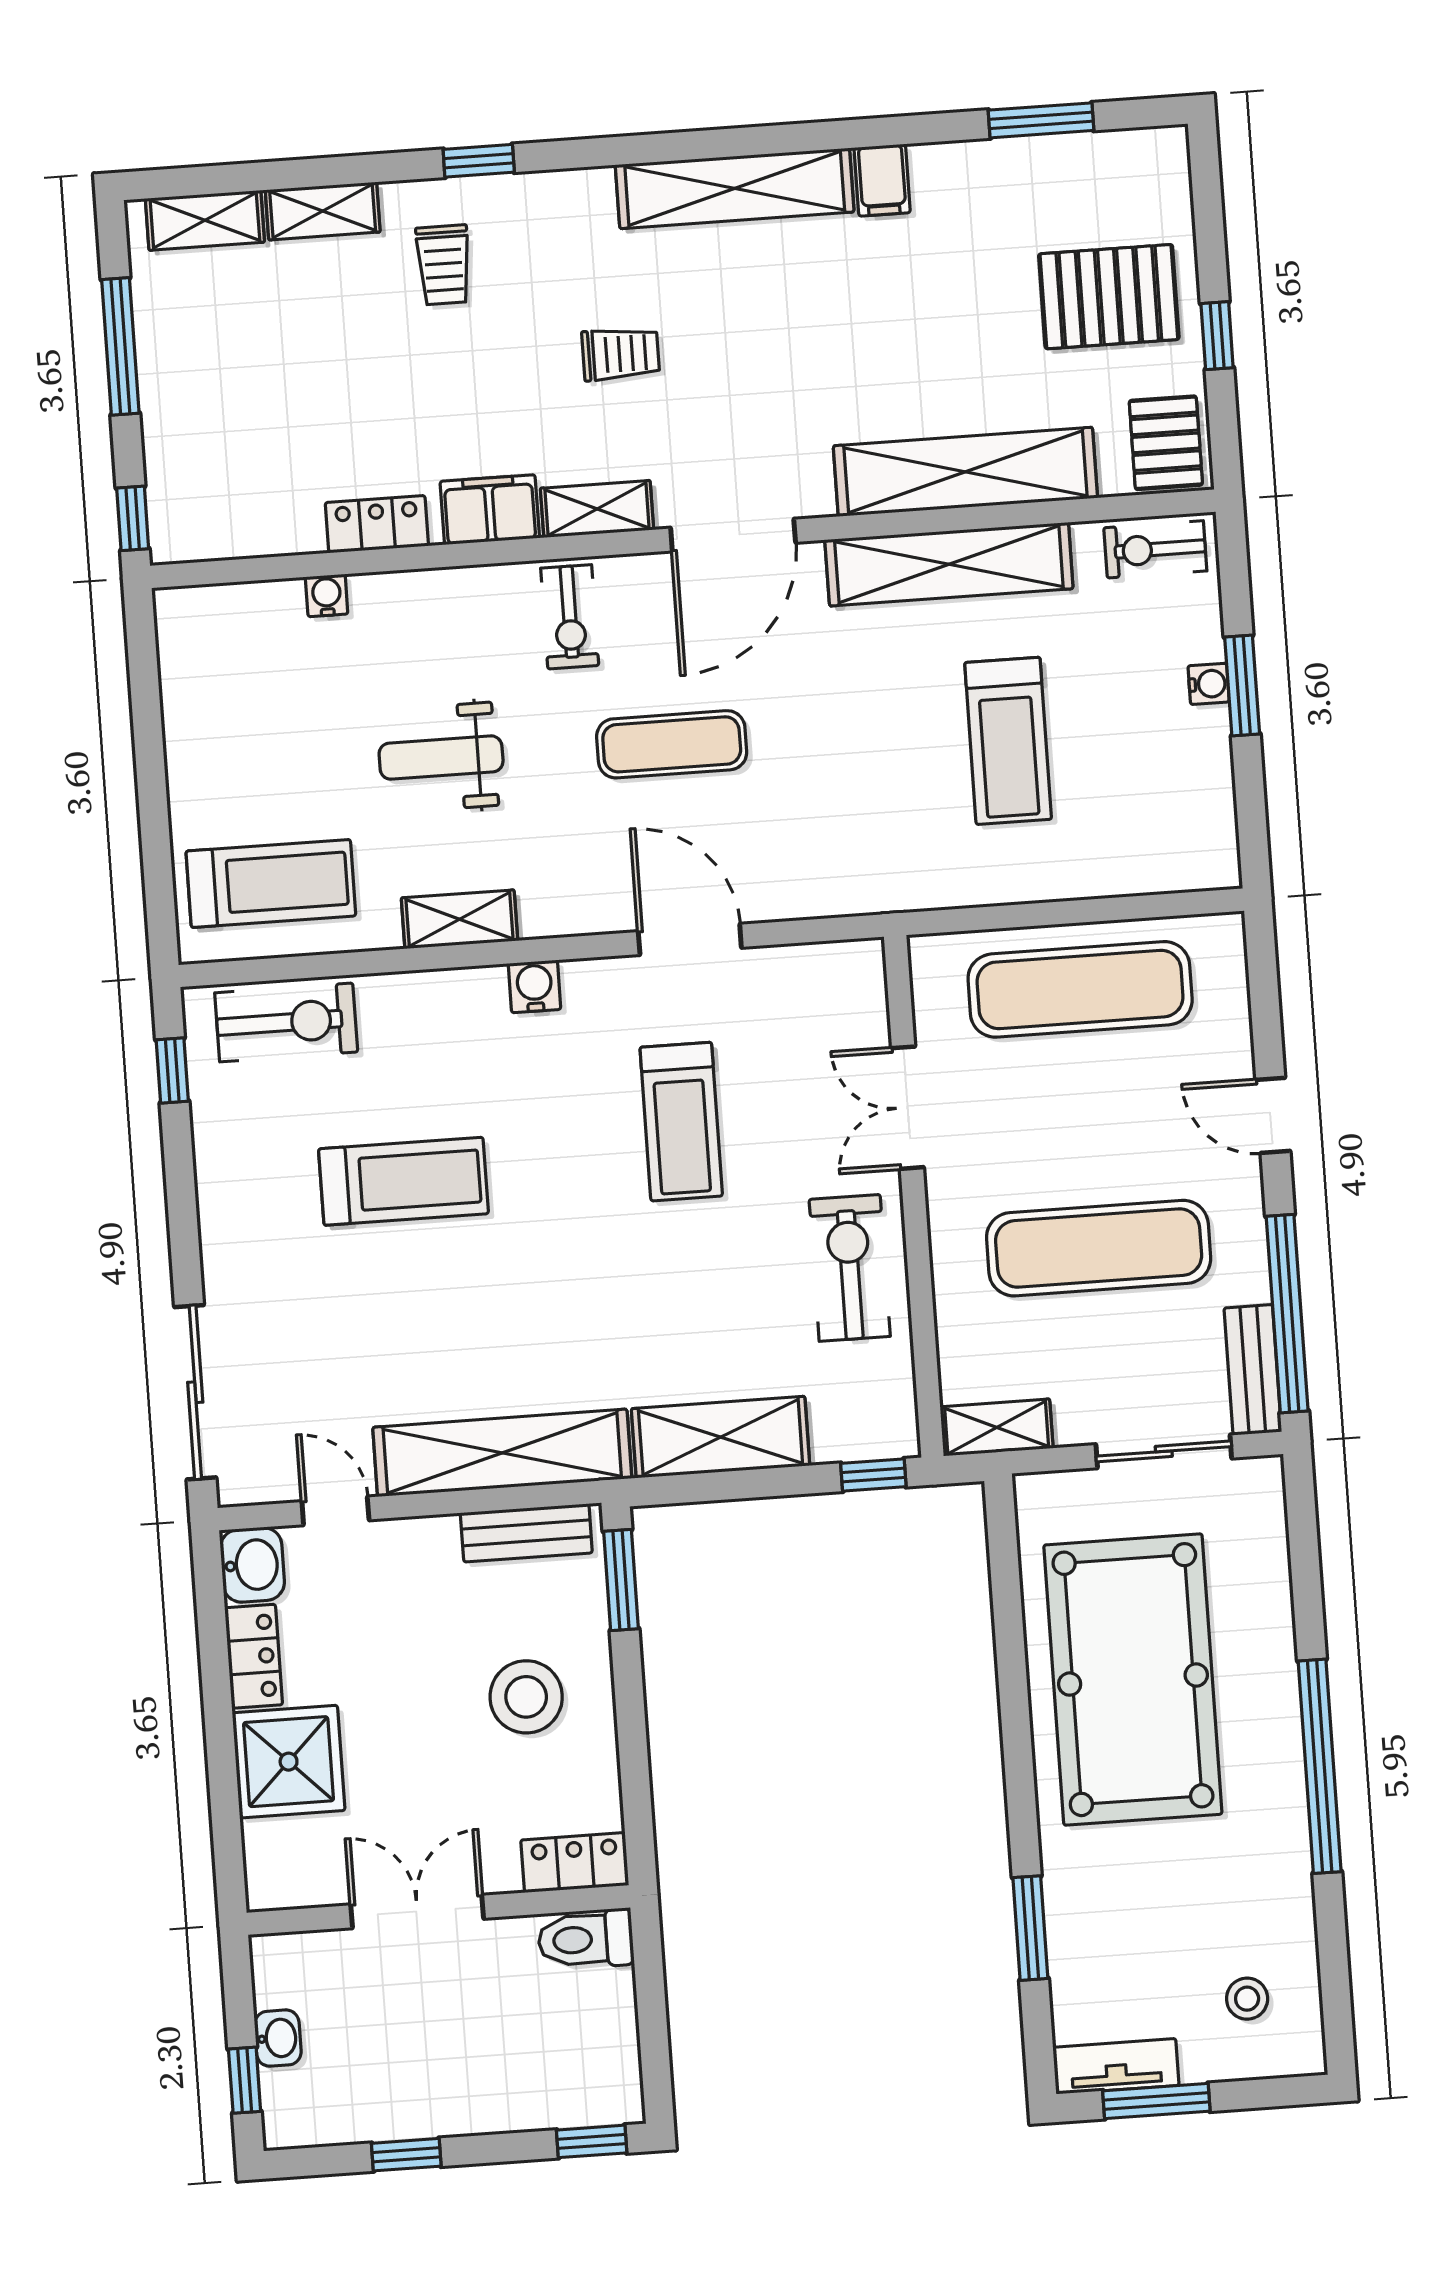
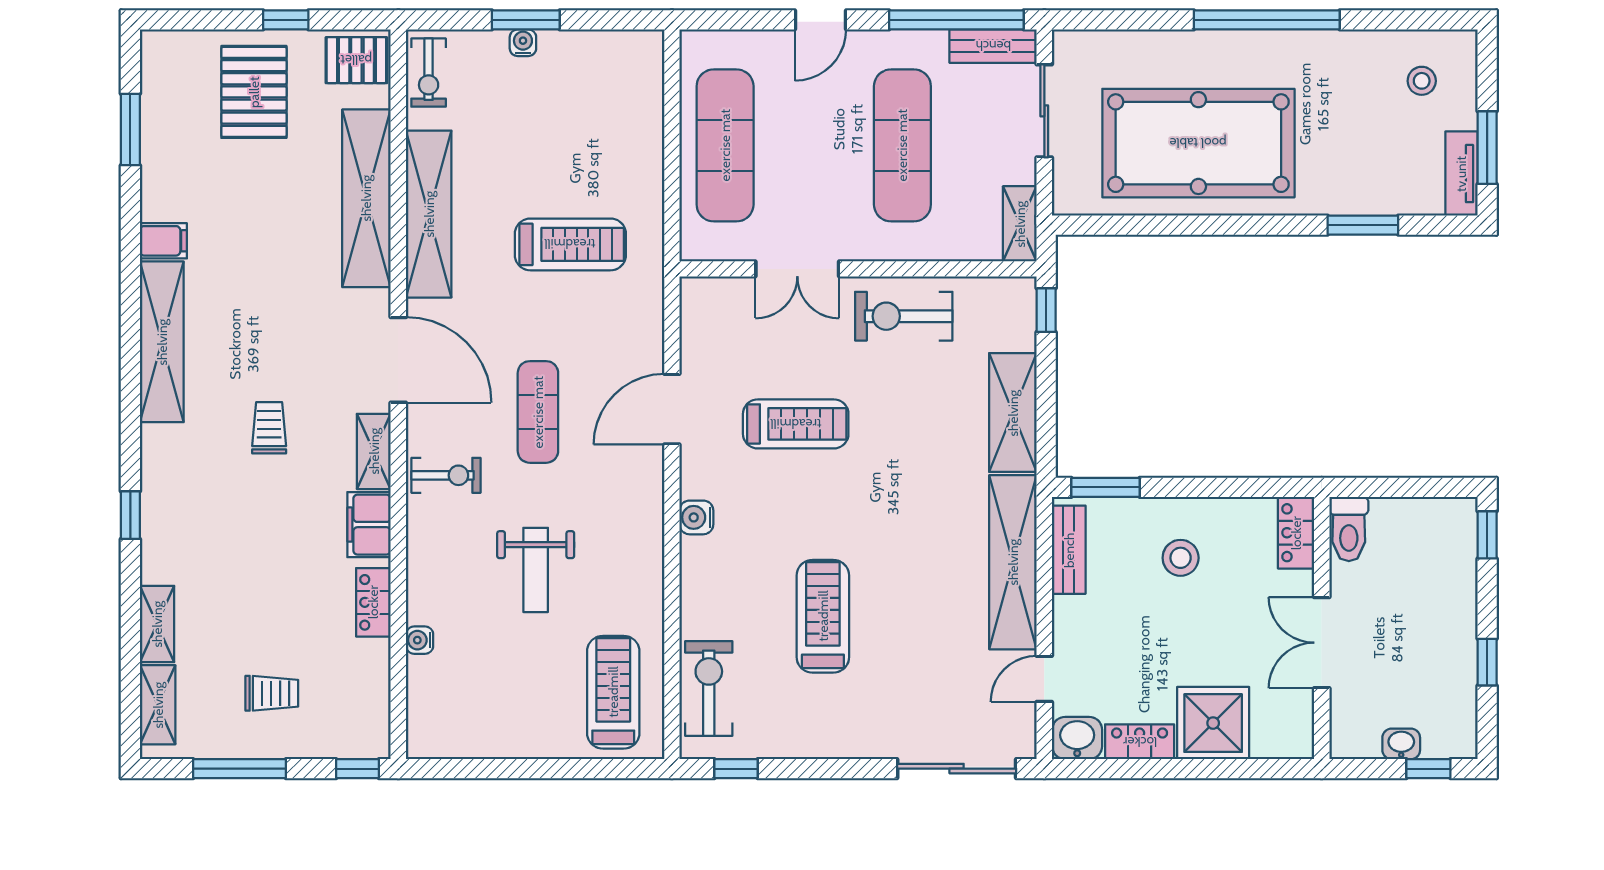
trolley: (444, 265) -> (272, 693), moved
treadmill: (1008, 741) -> (570, 244), moved
shelving: (459, 919) -> (647, 565), removed
stool: (526, 1697) -> (1181, 558), width x0.73, depth x0.73

